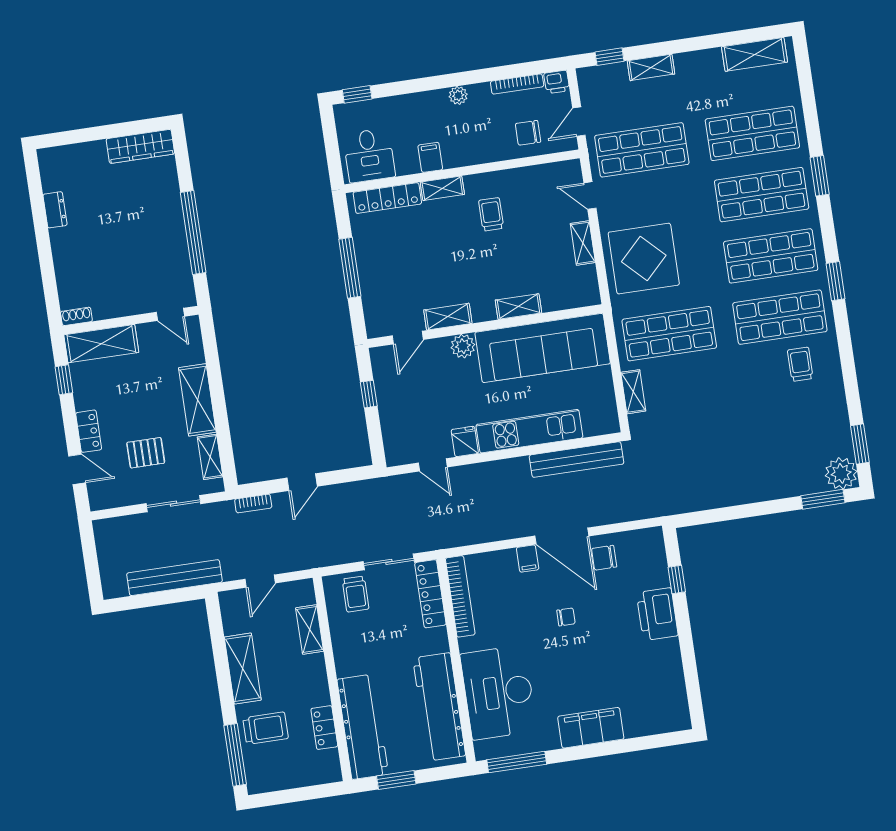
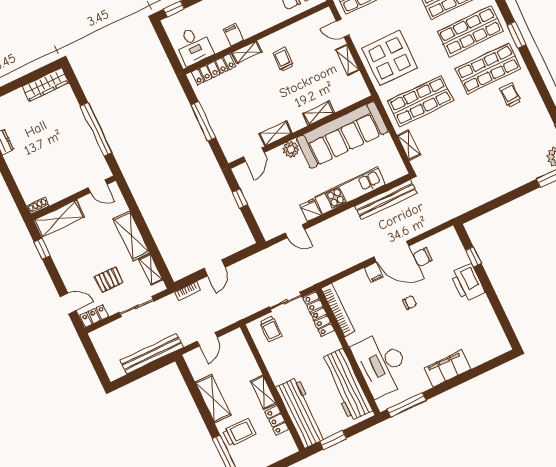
locker: (89, 431) -> (94, 316), moved, turned -90
shelving: (310, 630) -> (263, 393), moved

